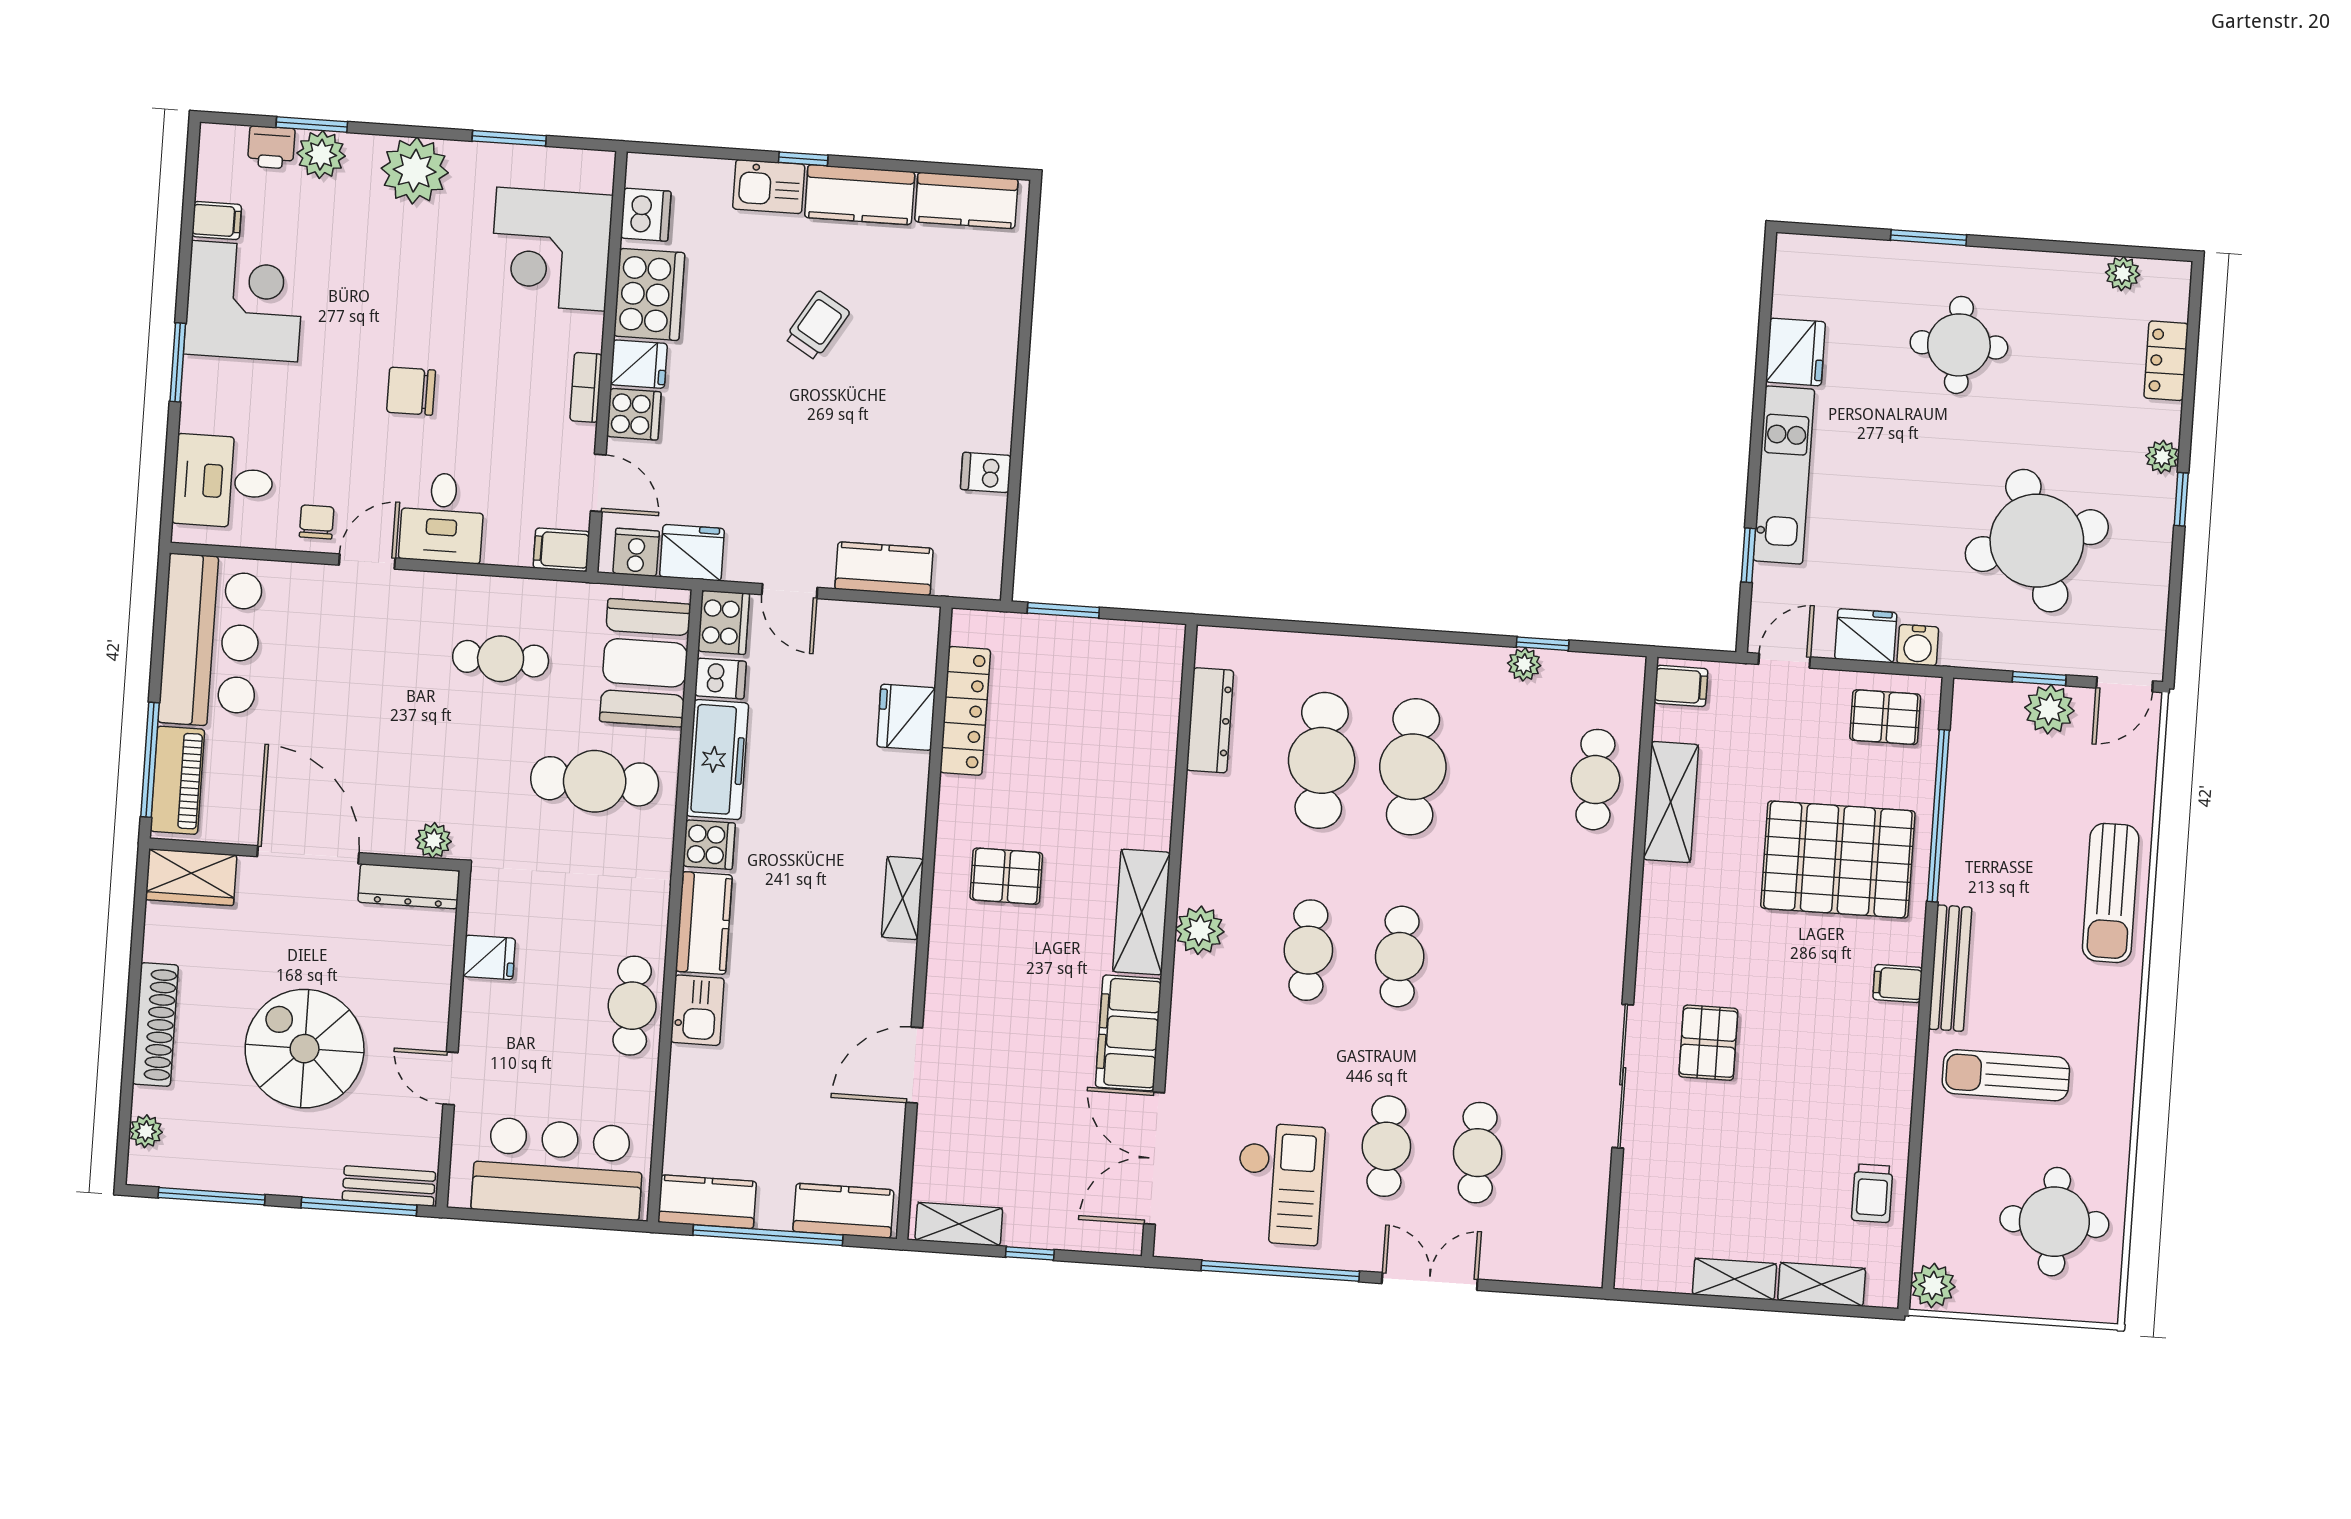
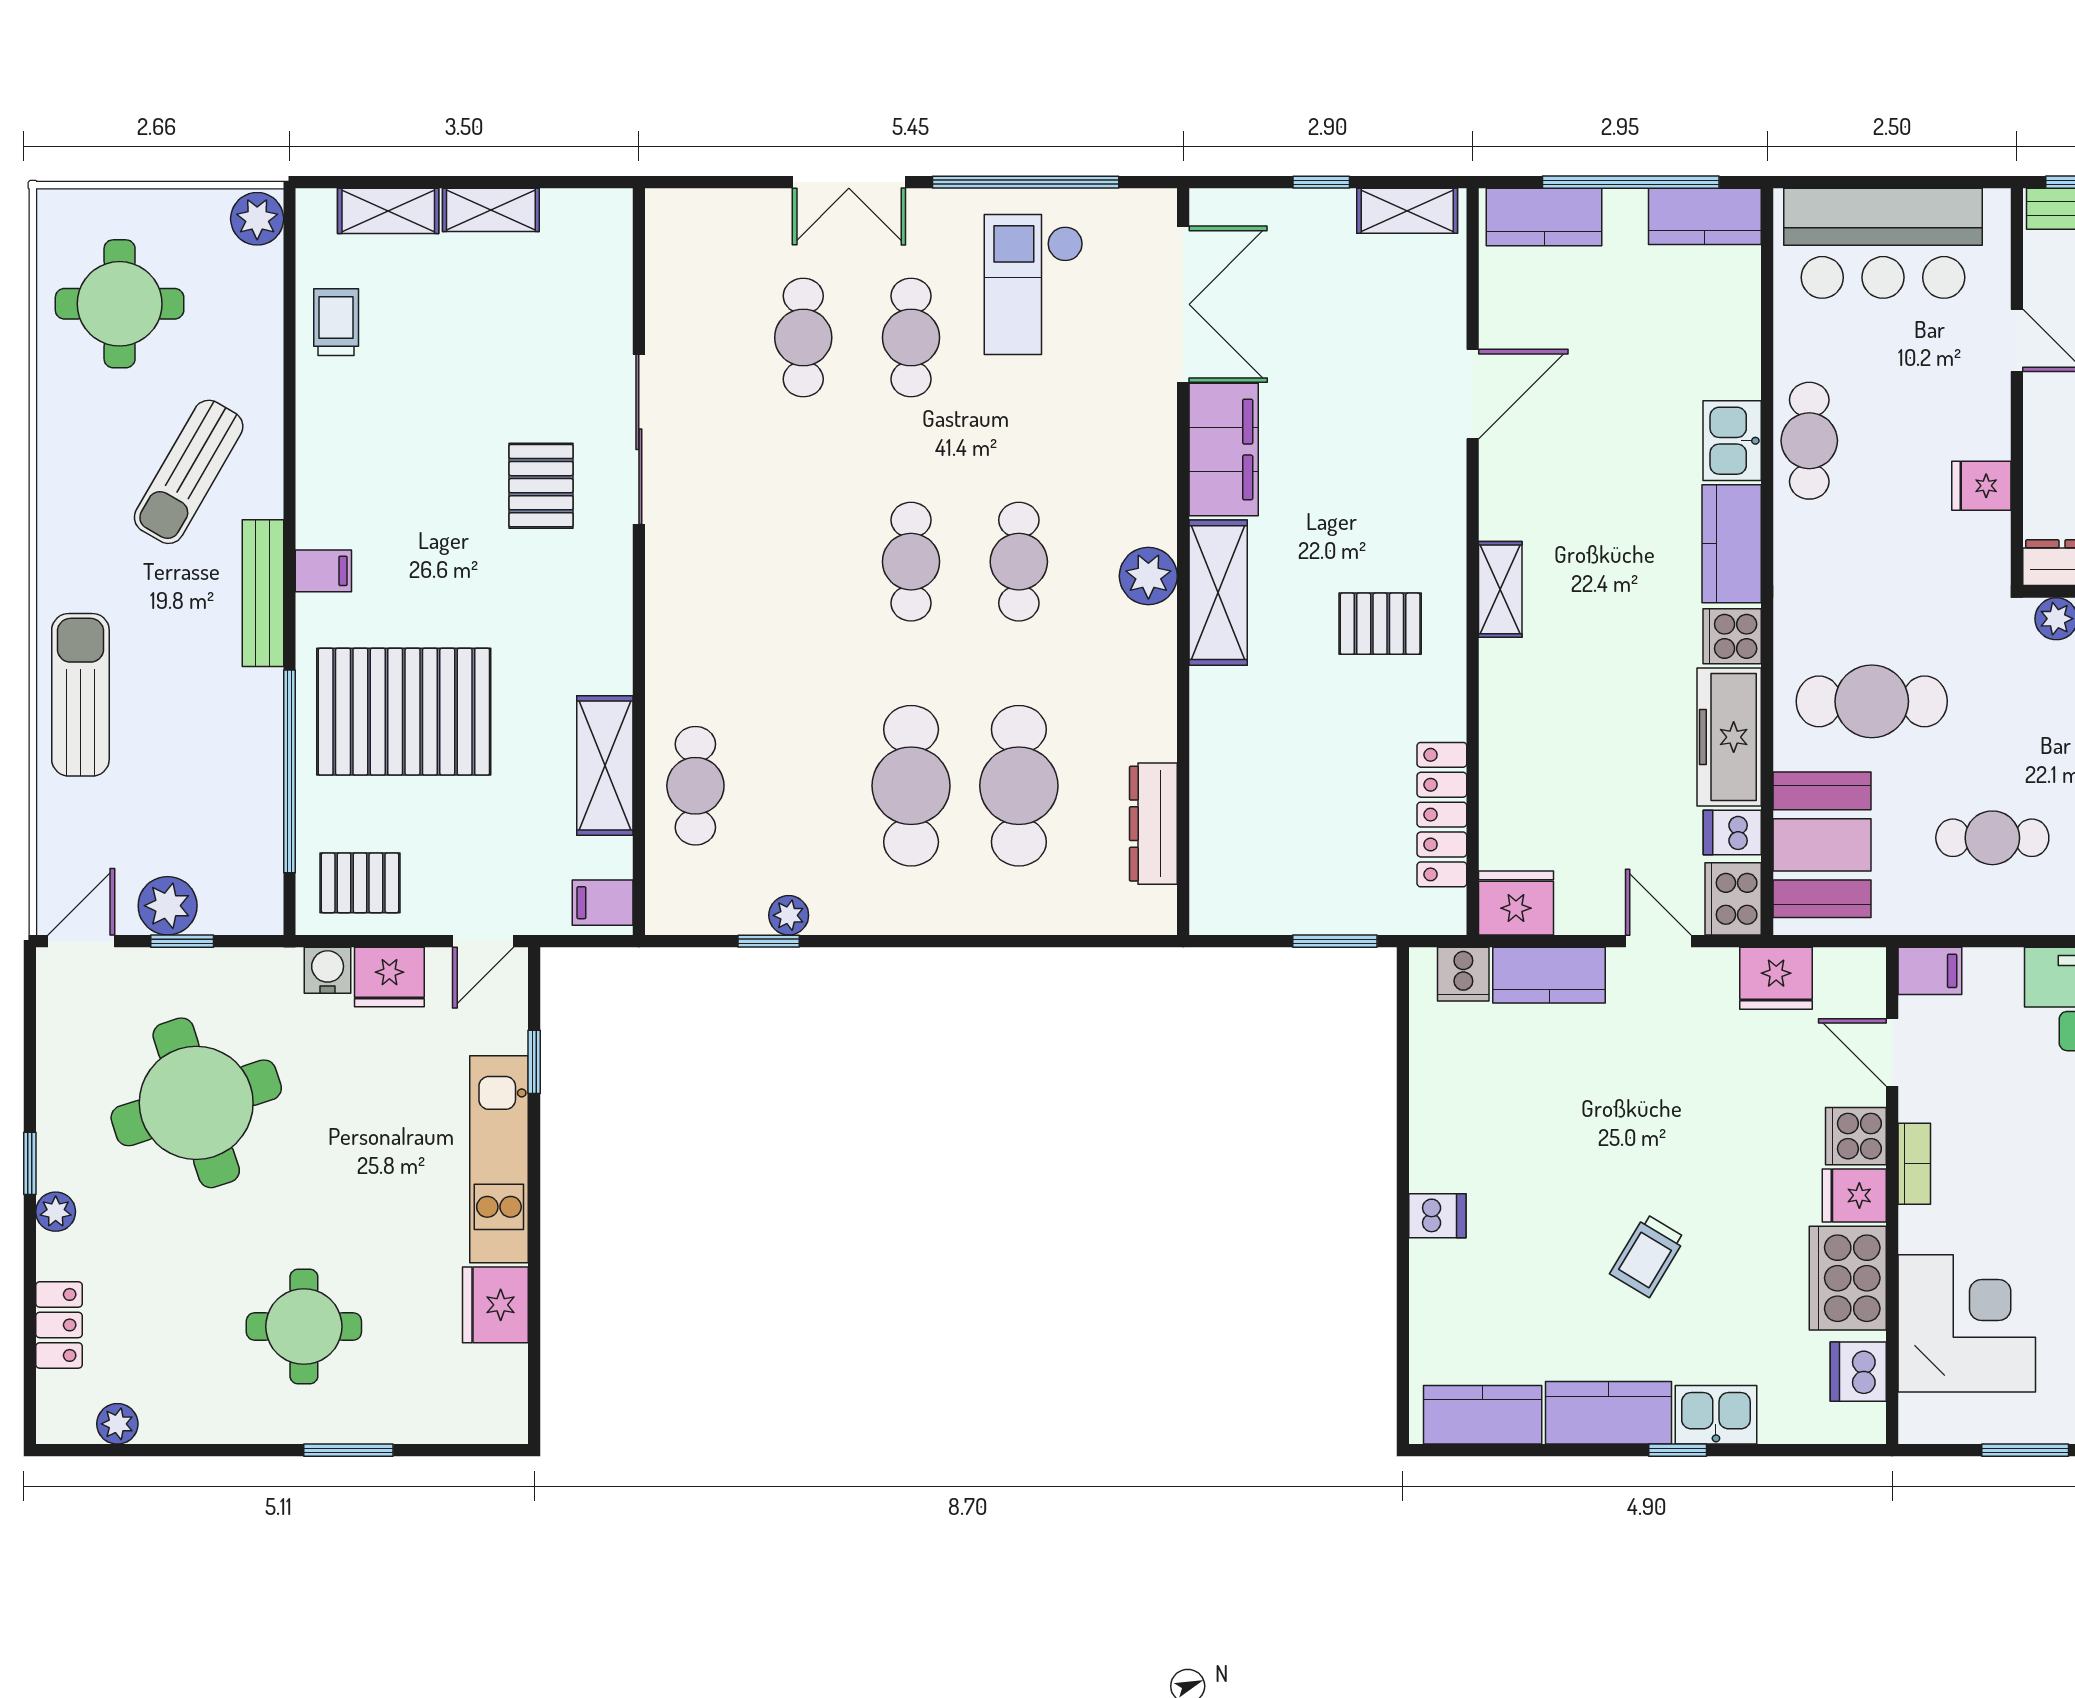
dishwasher: (986, 472) -> (1437, 1216), moved
cooker: (636, 552) -> (1463, 974), moved
fridge: (906, 717) -> (1516, 903), moved, turned -90
sun lounger: (2006, 1075) -> (189, 472), turned 120

